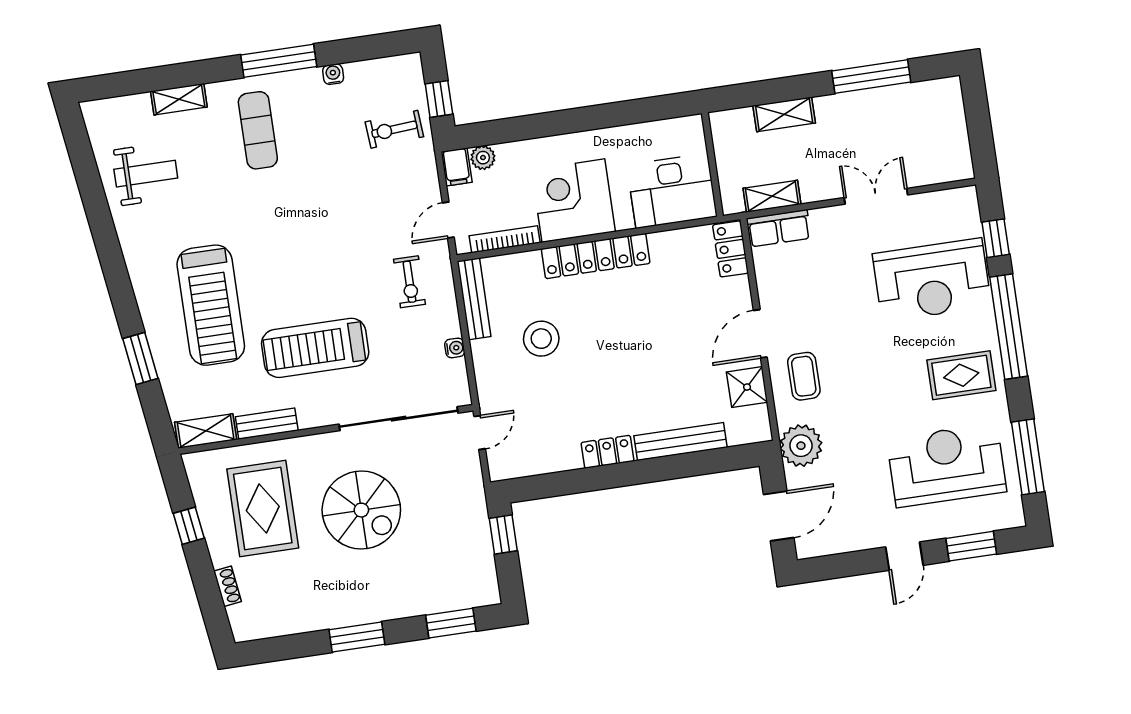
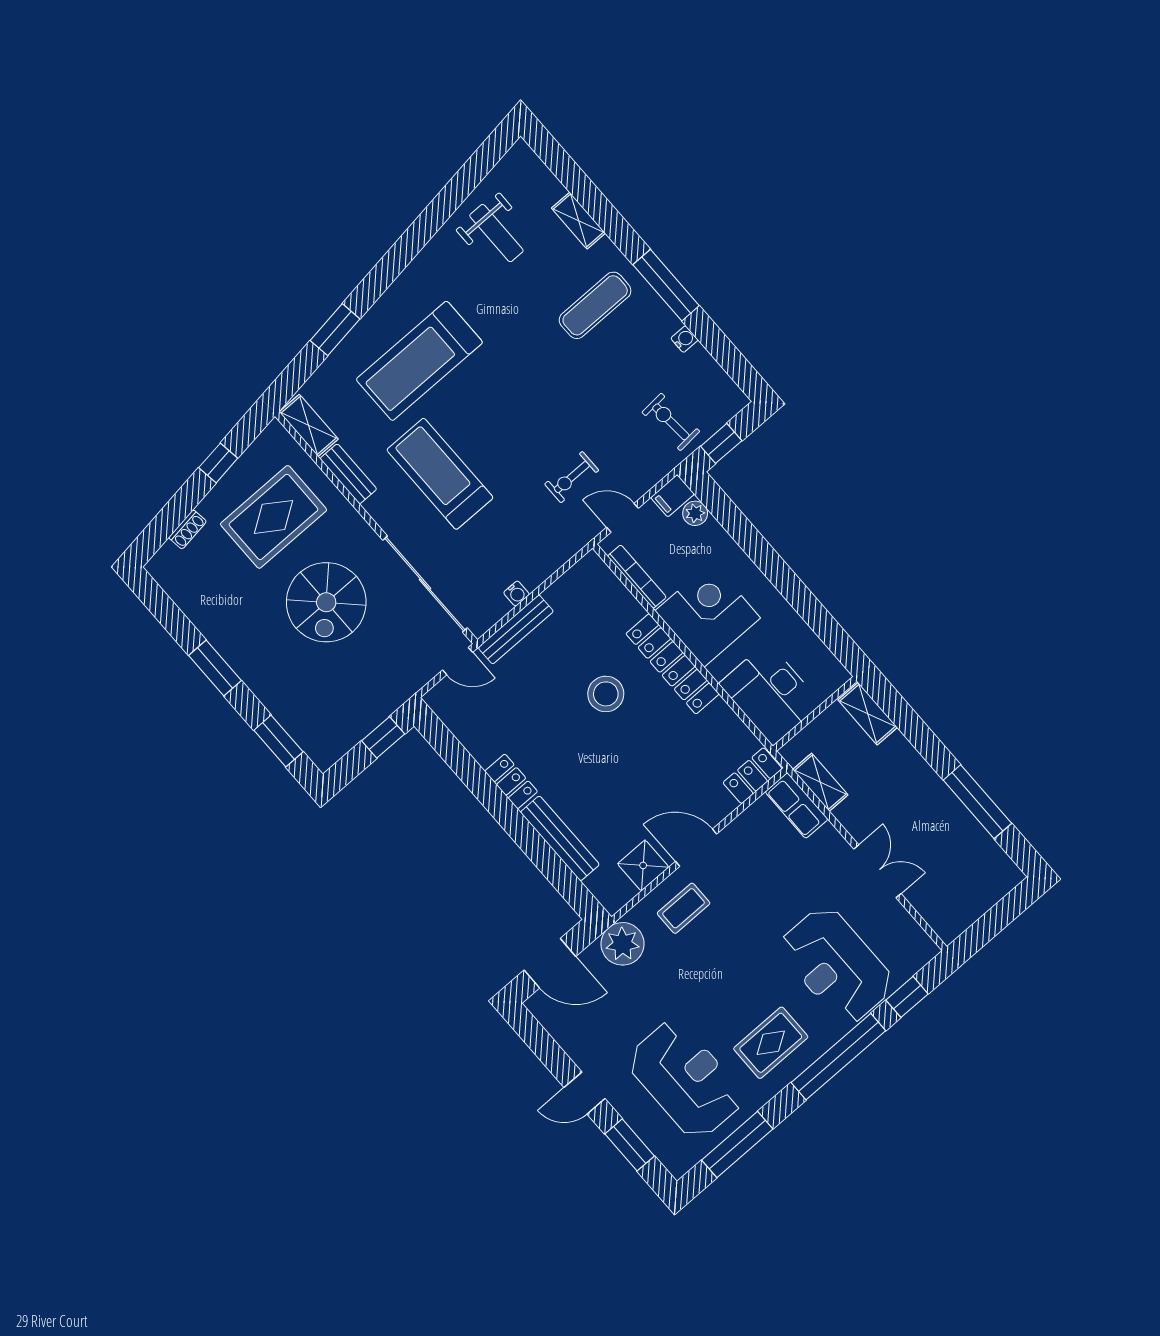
shelving: (784, 114) -> (868, 714), moved
exercise bike: (409, 282) -> (572, 477), moved
bench: (474, 299) -> (516, 629), moved
stool: (541, 339) -> (606, 694), moved
rug: (961, 375) -> (771, 1043), turned 90

